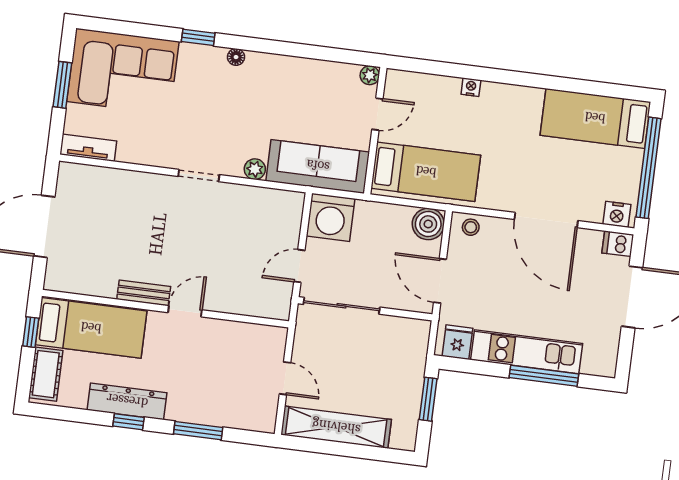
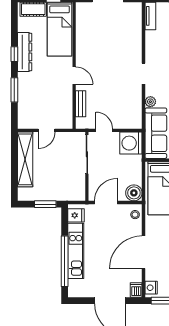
bench: (144, 293) -> (81, 104), moved
window: (544, 376) -> (65, 261), width x1.46

